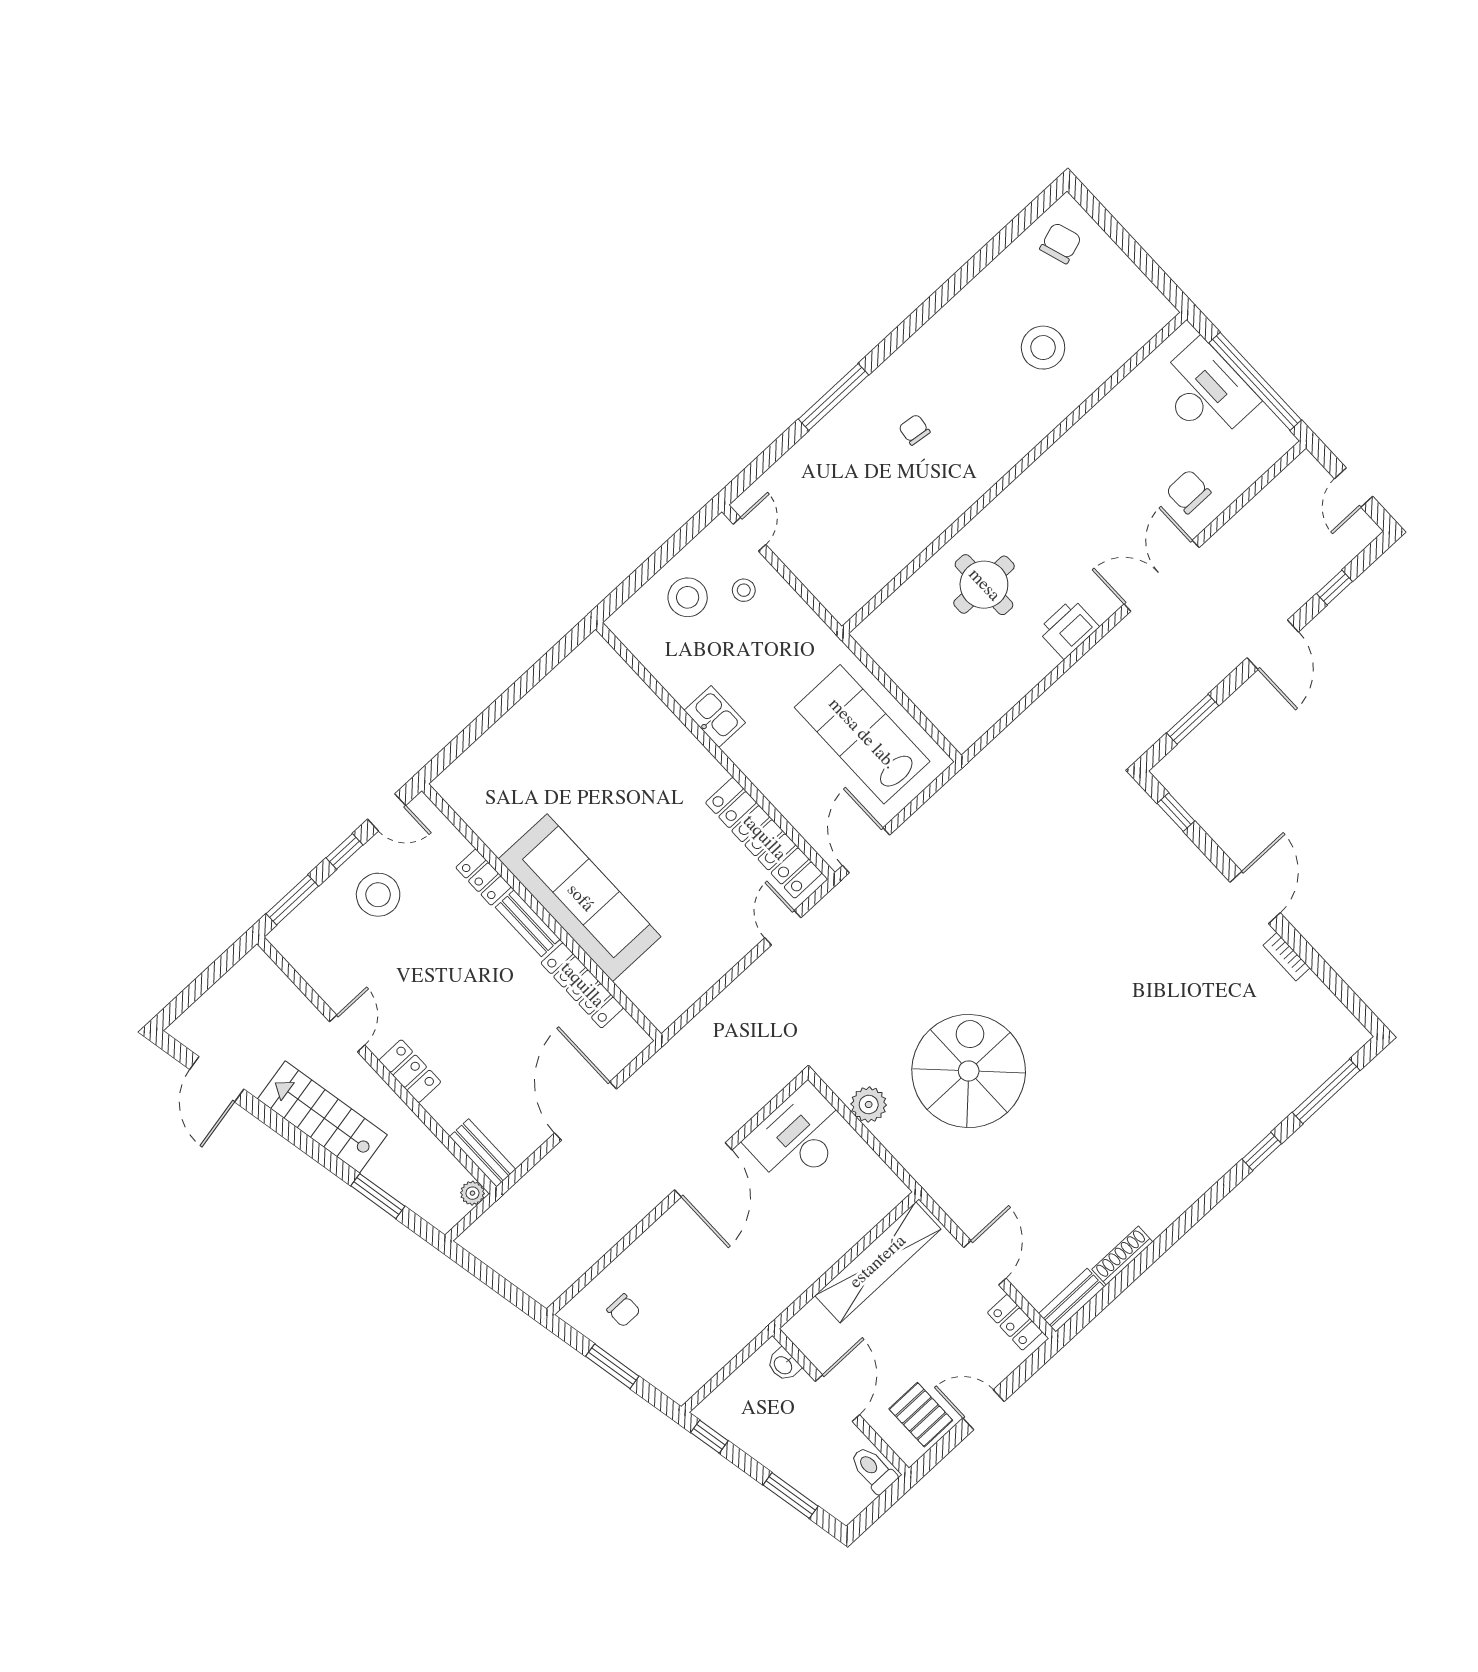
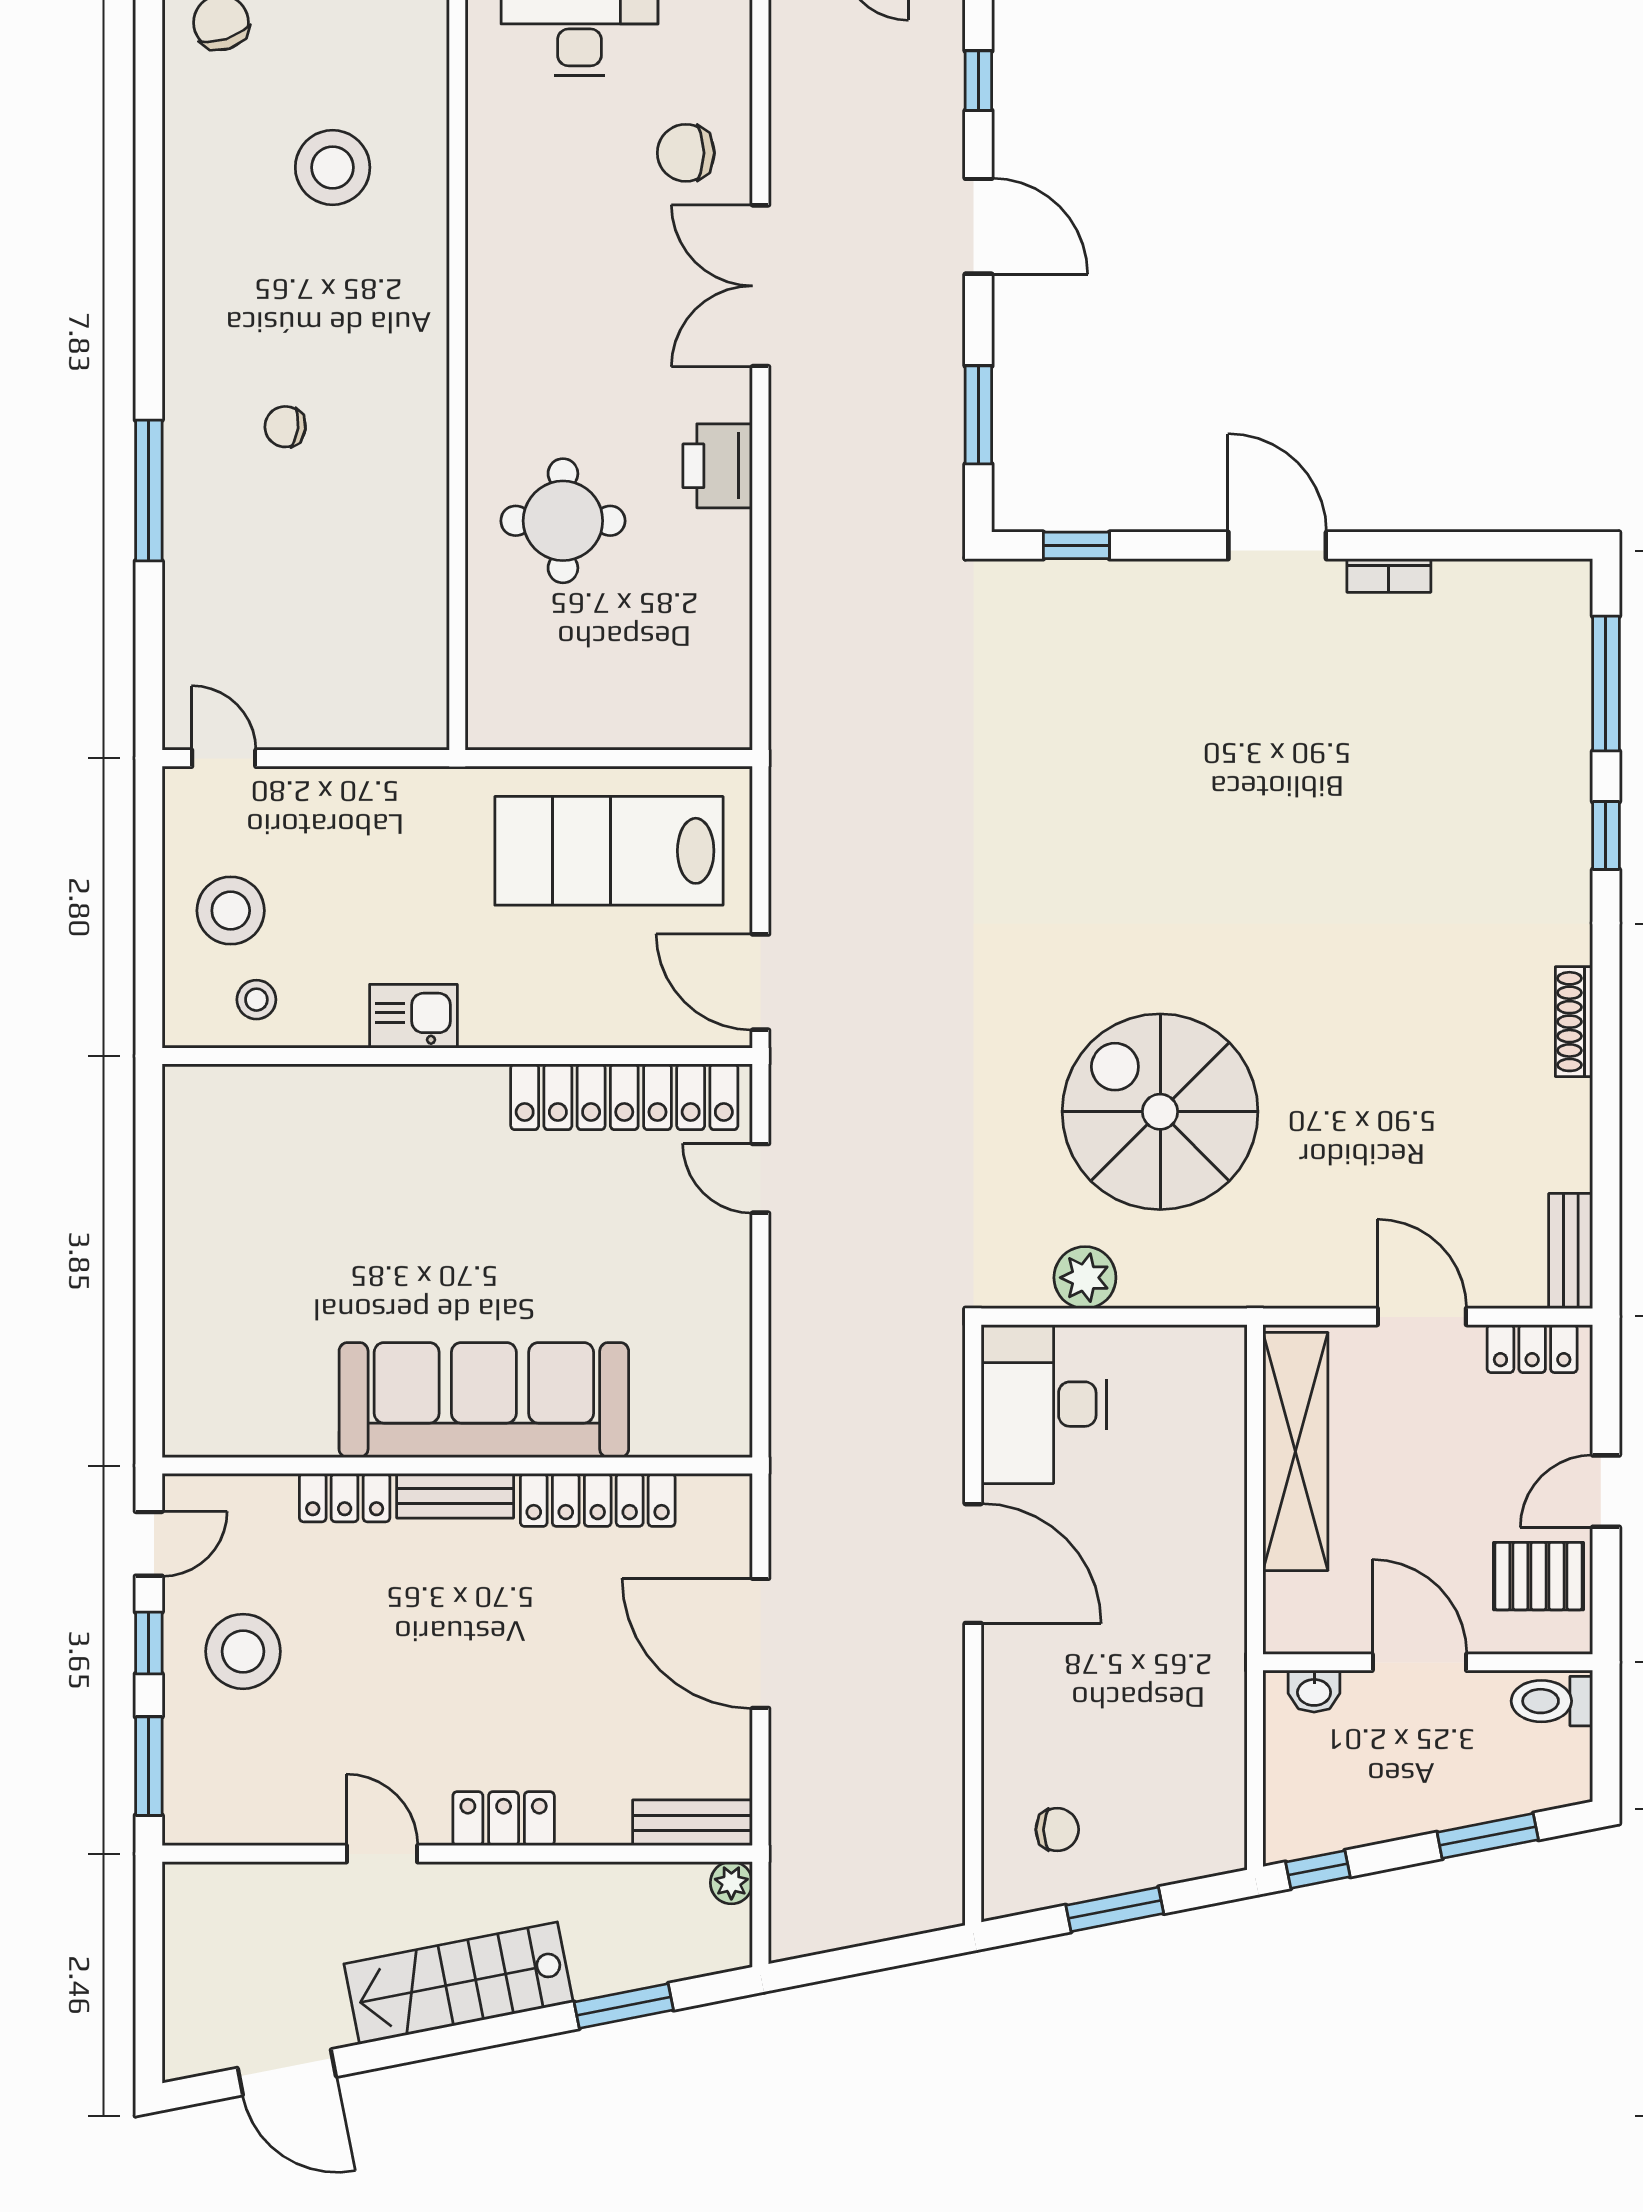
stool: (744, 590) -> (256, 1000), moved
shoe rack: (1122, 1256) -> (1574, 1022), moved

